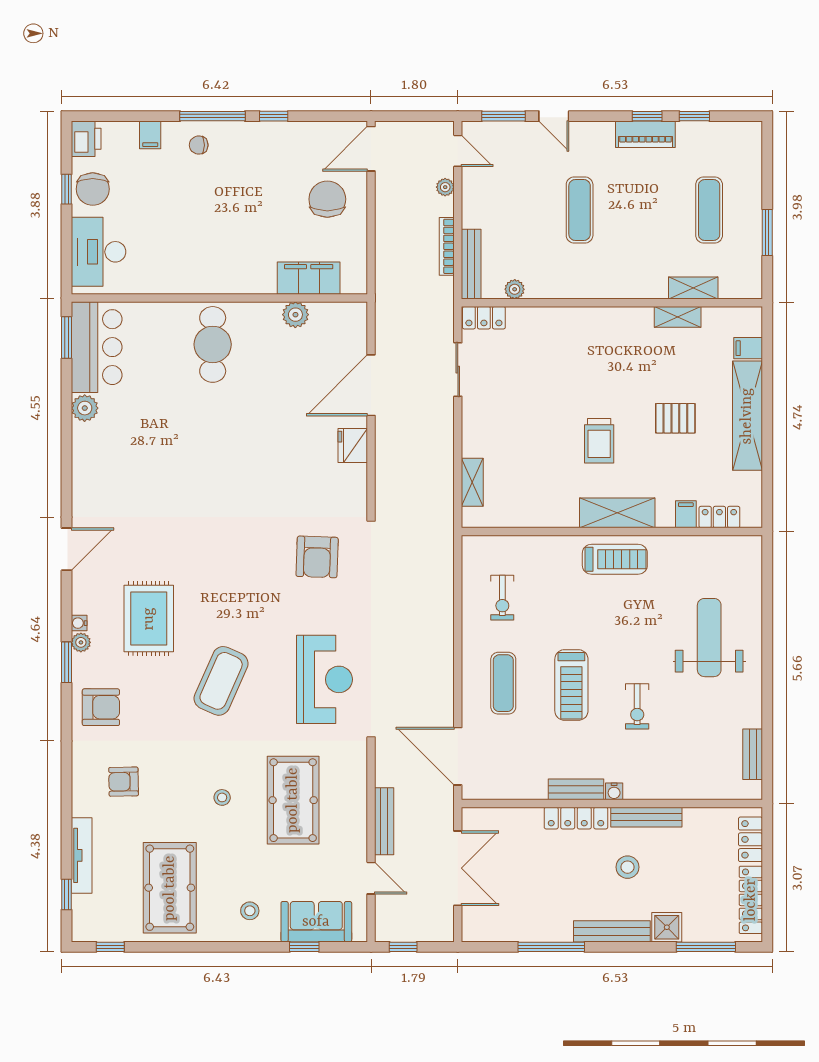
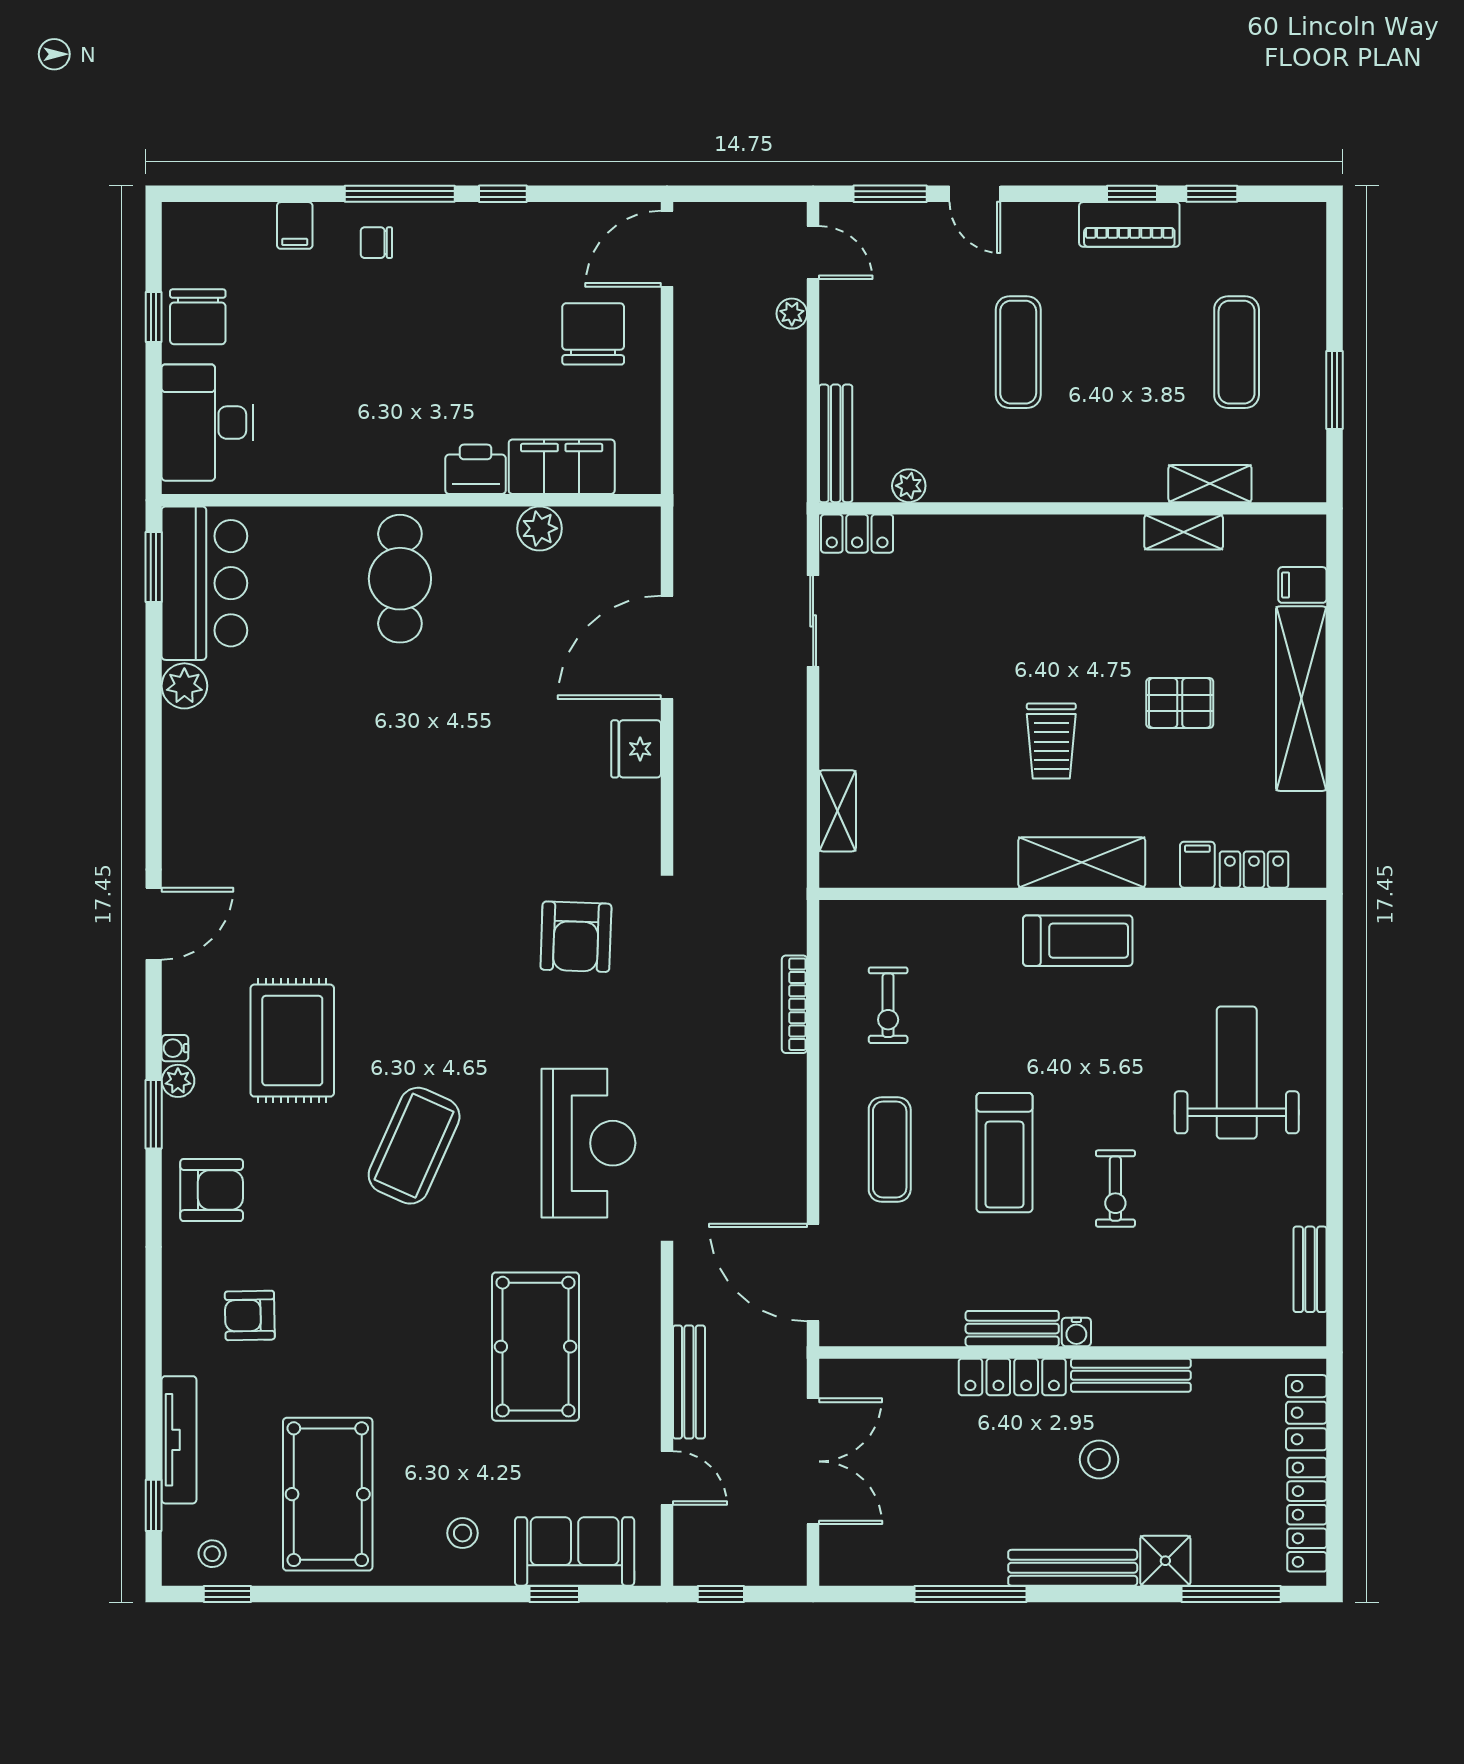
printer: (86, 139) -> (476, 469), moved, turned -90
bookcase: (447, 246) -> (794, 1004), moved
stool: (222, 797) -> (212, 1554), moved

